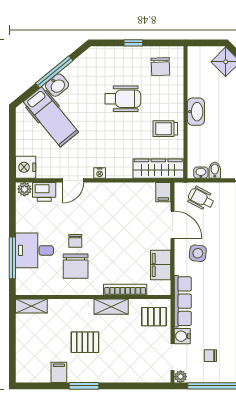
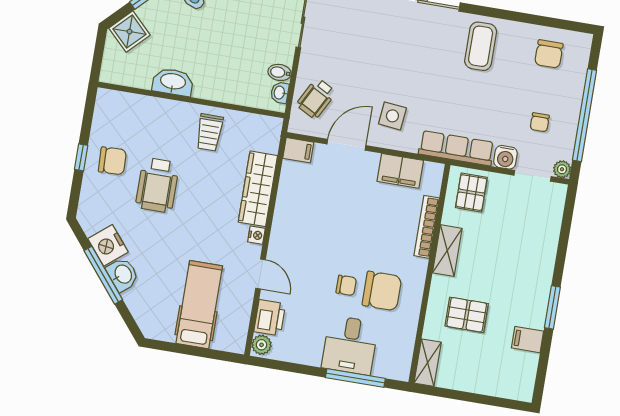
chair: (160, 67) -> (112, 161), moved
wheelchair: (123, 99) -> (157, 185), turned 180
washbasin: (196, 112) -> (173, 82), moved
hospital bed: (51, 117) -> (199, 305), moved, turned -51
nightstand: (26, 167) -> (108, 245), moved, turned 51
wardrobe: (158, 169) -> (258, 189), moved
pallet: (85, 342) -> (467, 315), moved, turned 90

